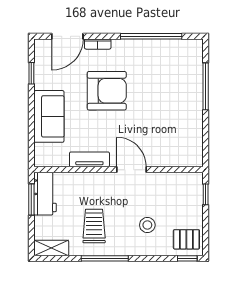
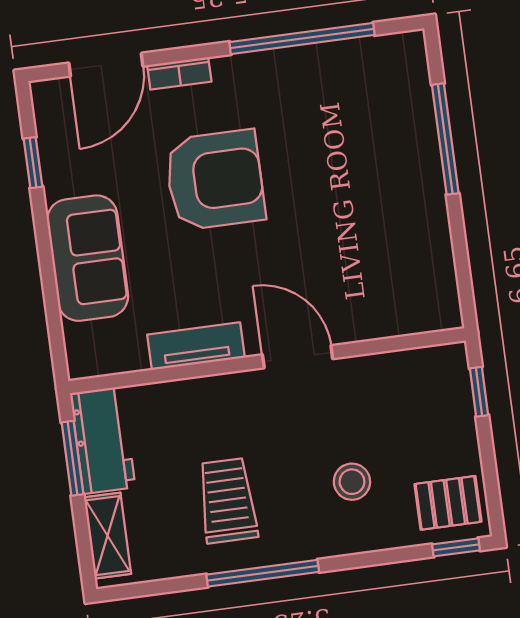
shelving: (51, 248) -> (107, 536), moved, turned 90

